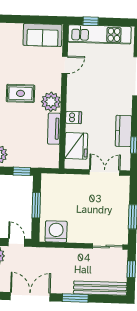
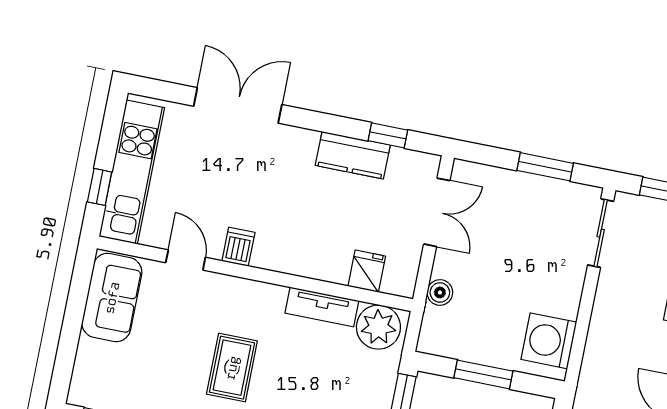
plant: (51, 102) -> (378, 327), moved
dishwasher: (74, 118) -> (238, 247), moved
fridge: (76, 146) -> (367, 271), width x0.53, depth x0.75
double door: (105, 172) -> (437, 212), swing flipped
boiler: (69, 180) -> (440, 292), added

